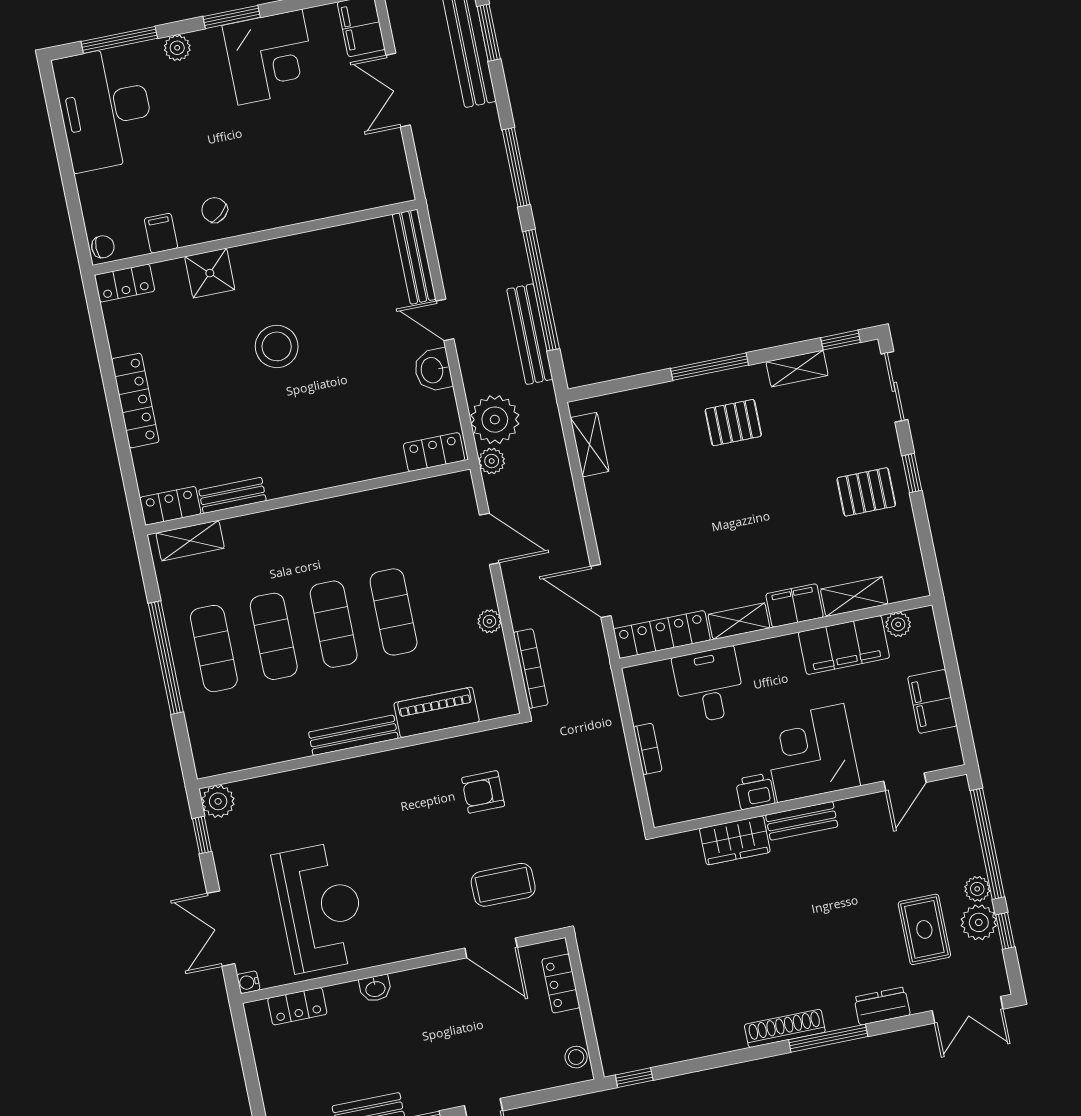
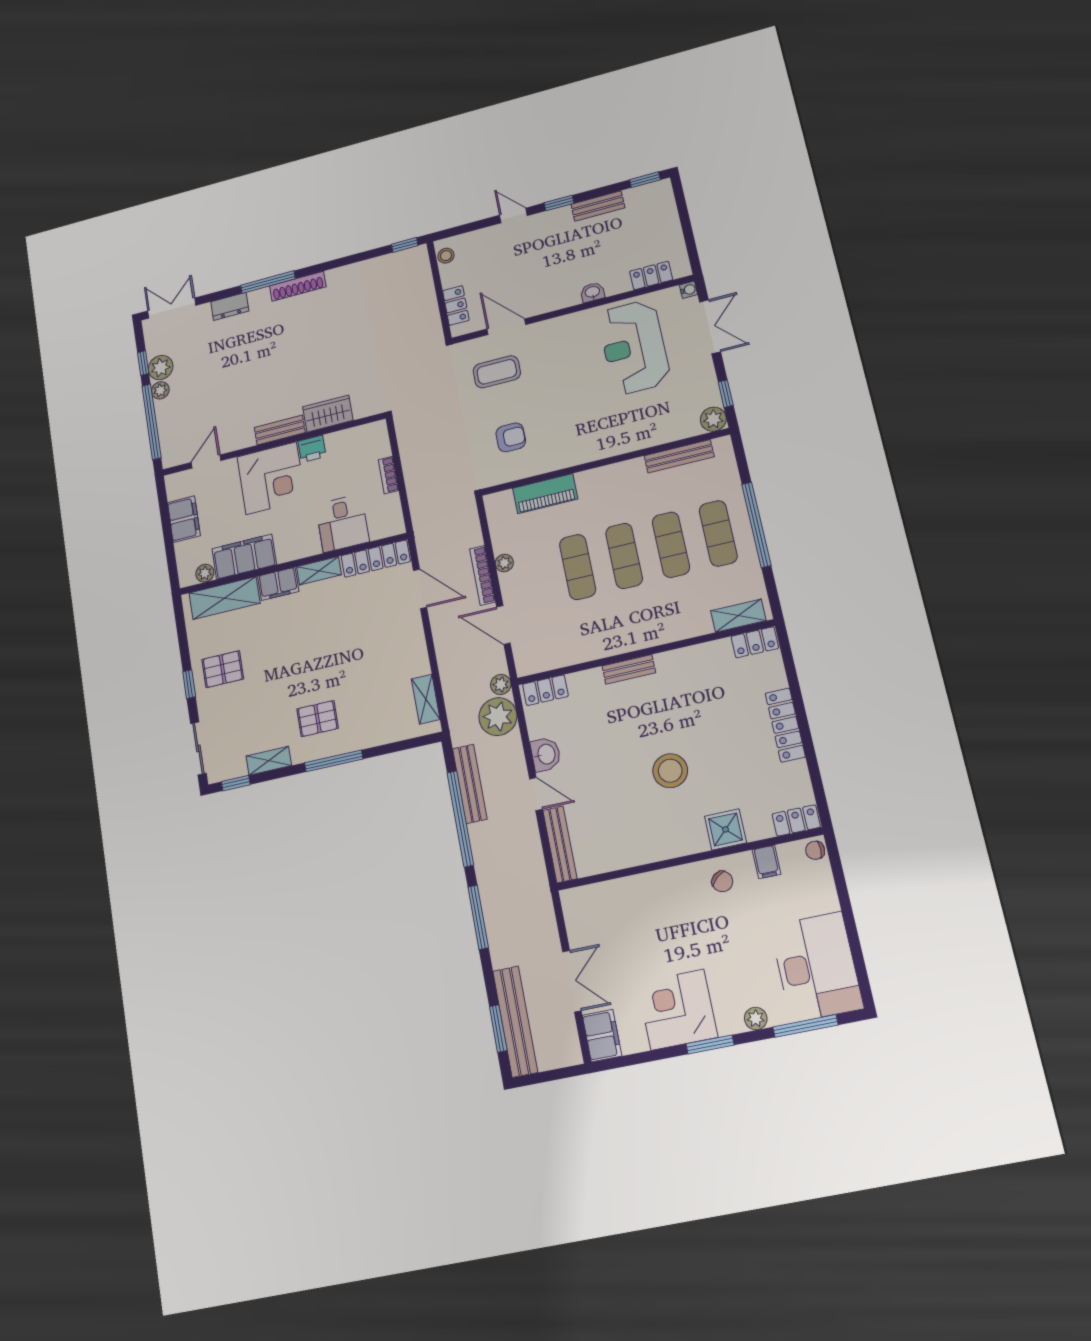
bench: (232, 495) -> (629, 669), moved
shelving: (854, 597) -> (224, 598), width x1.50, depth x1.33
bookcase: (531, 669) -> (482, 575), moved
bench: (353, 735) -> (679, 456), moved
rug: (924, 929) -> (198, 360), removed

